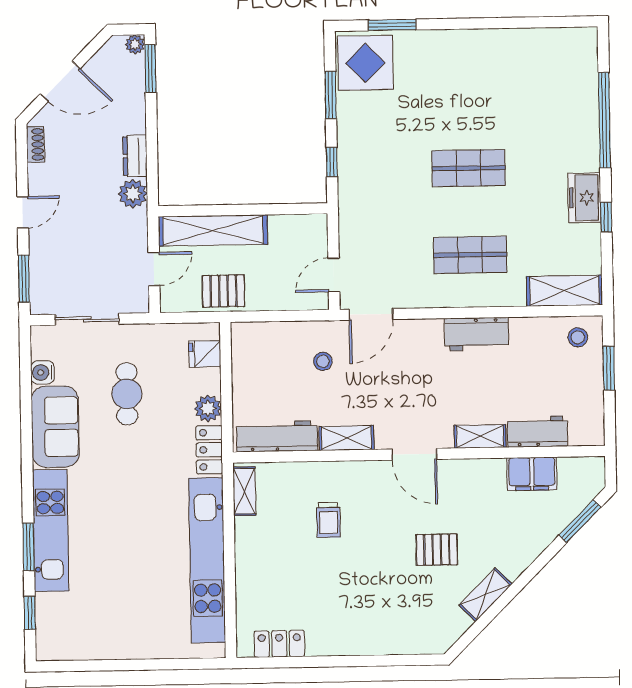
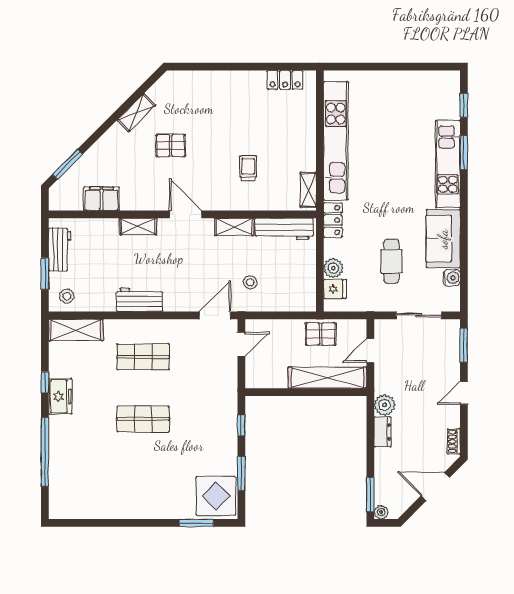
plant: (208, 408) -> (333, 268), moved
workbench: (538, 431) -> (60, 250), moved, turned -90

